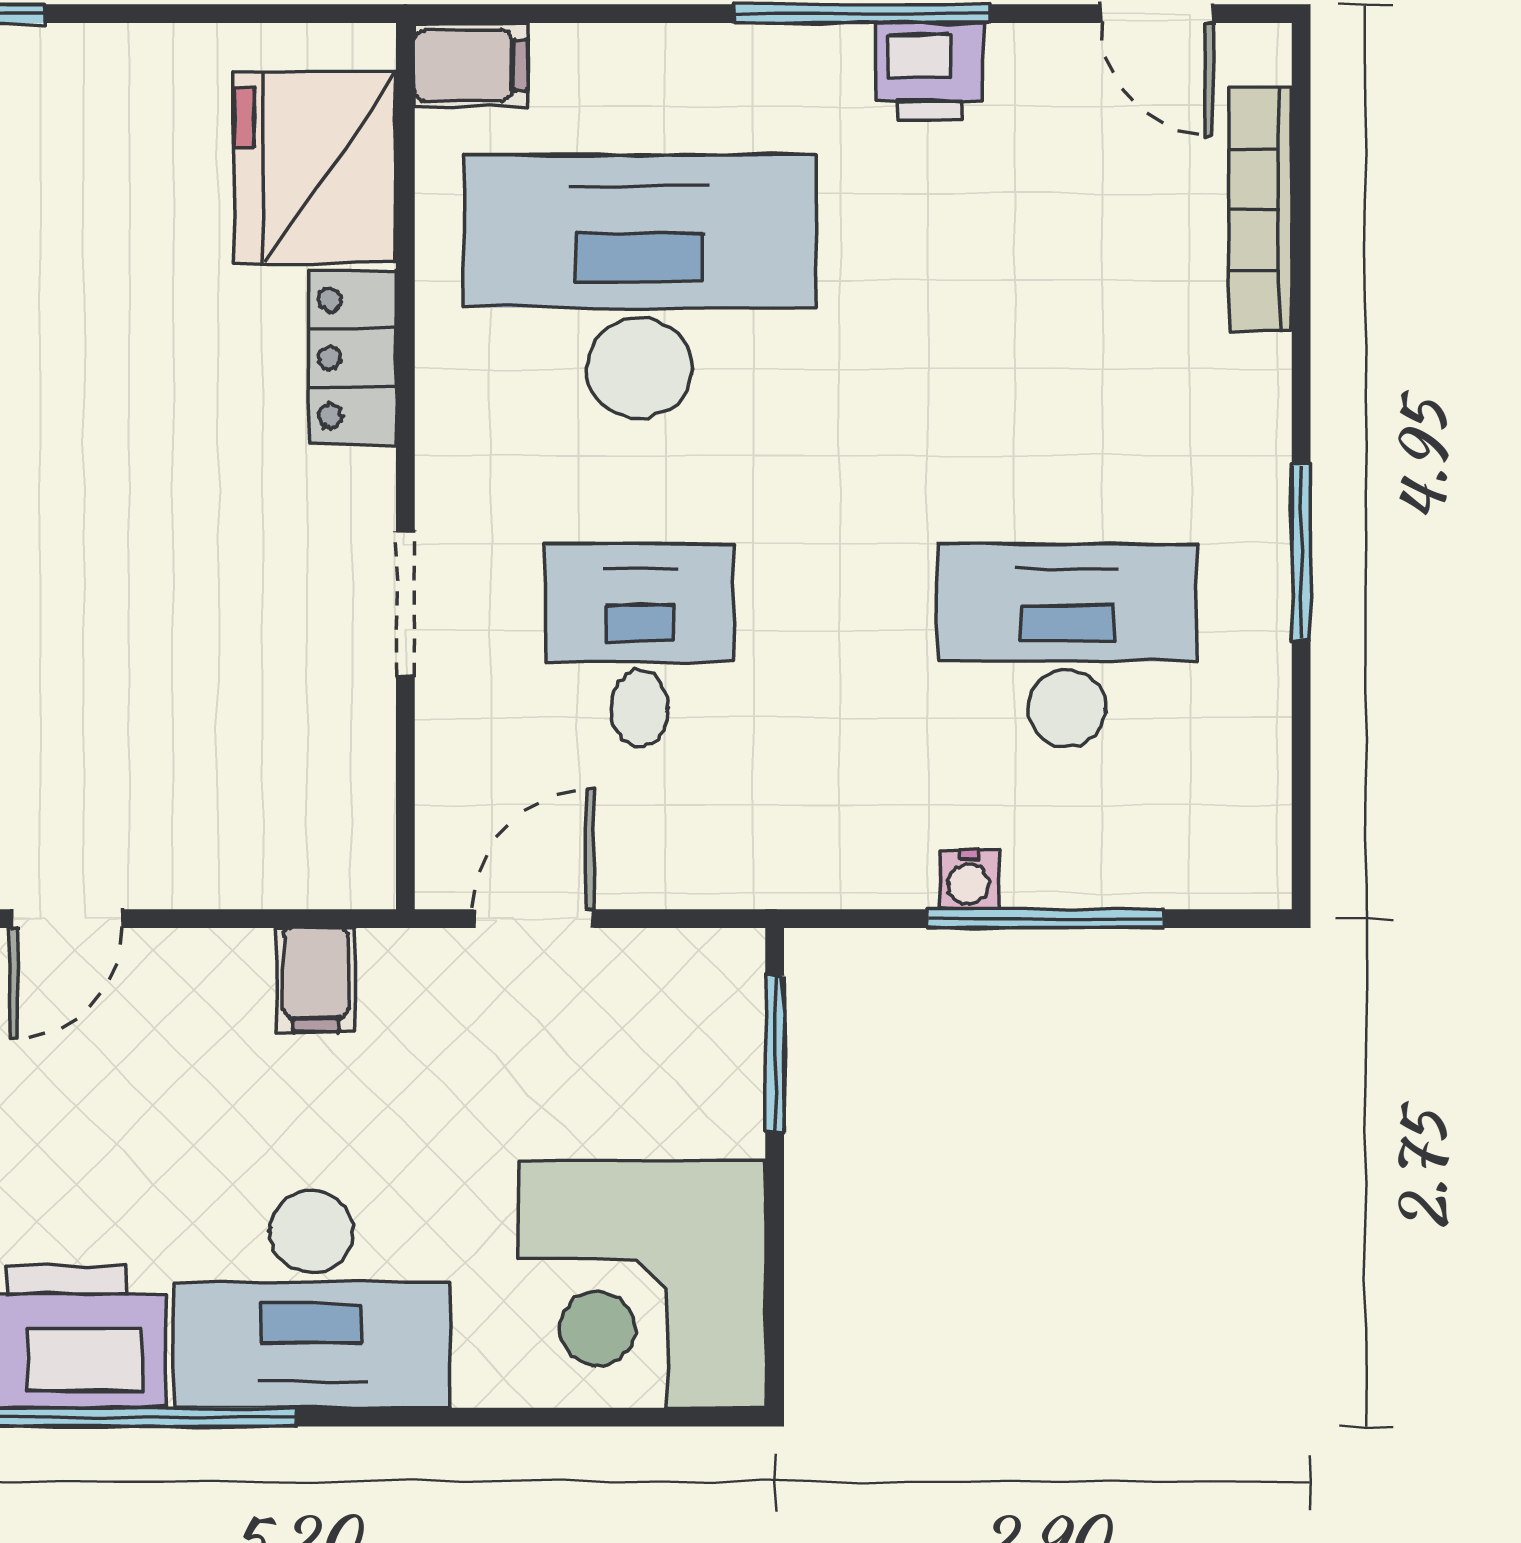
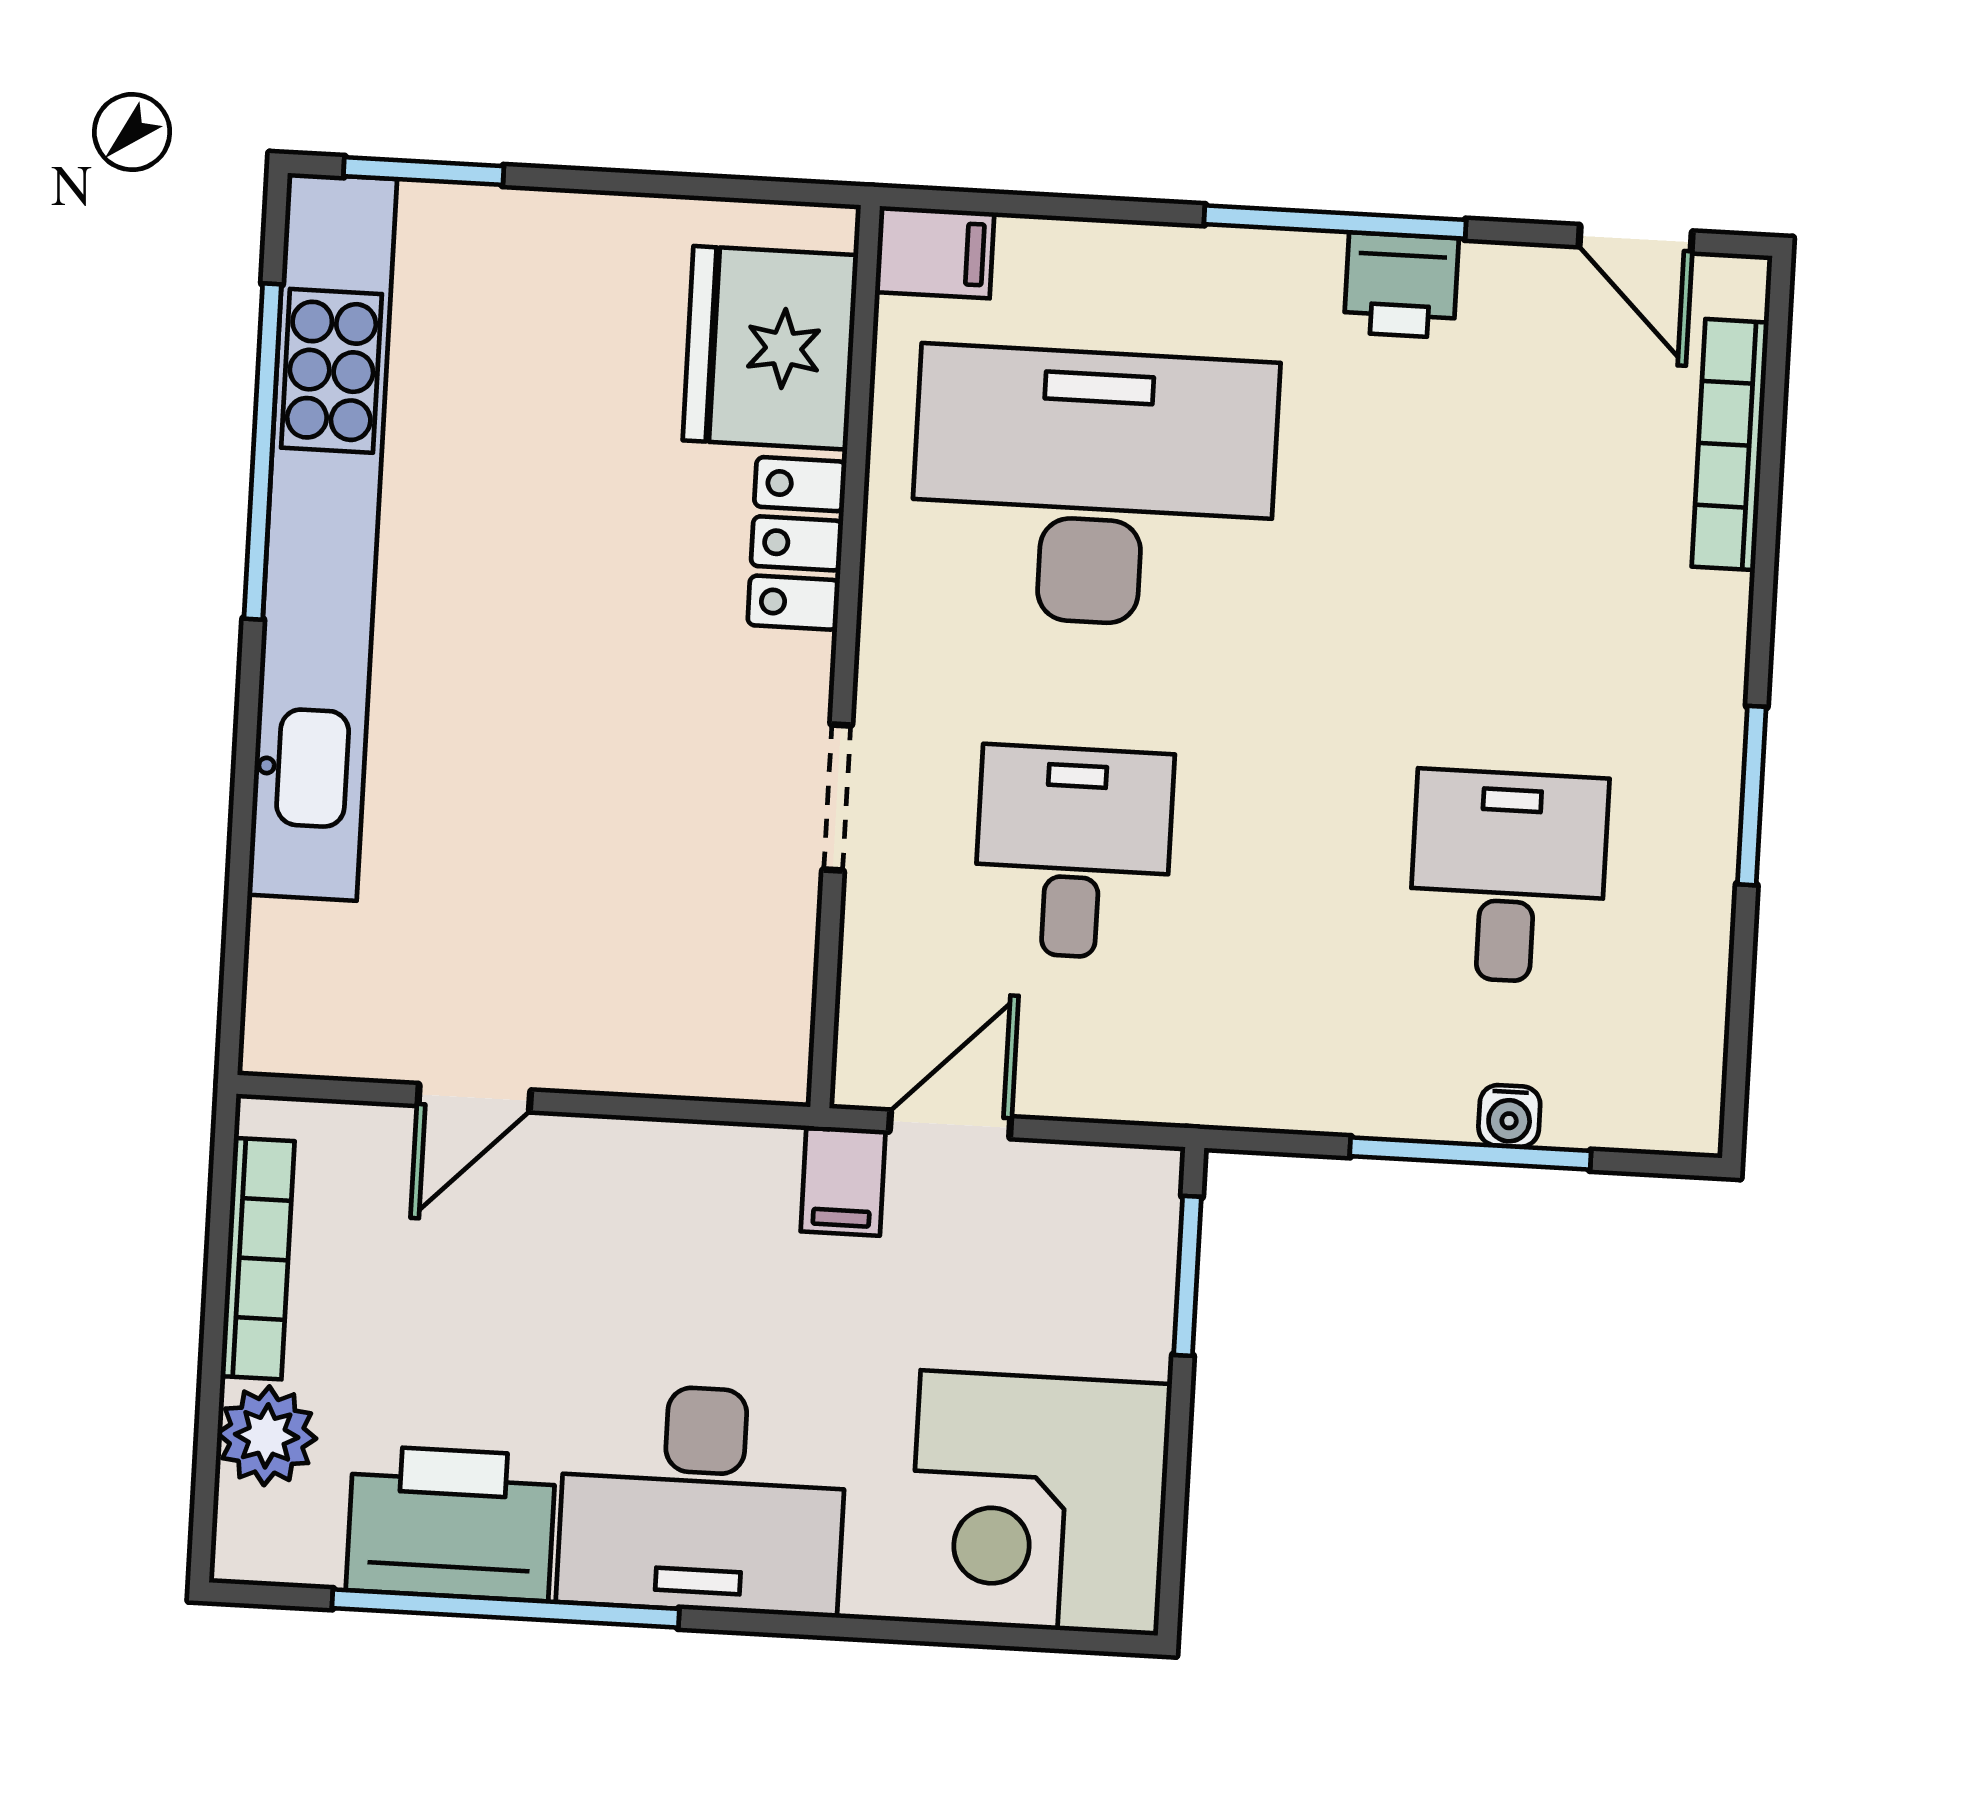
desk: (1067, 645) -> (1508, 877), width x0.73
water cooler: (968, 880) -> (1509, 1116), moved
filing cabinet: (316, 980) -> (843, 1181), moved

